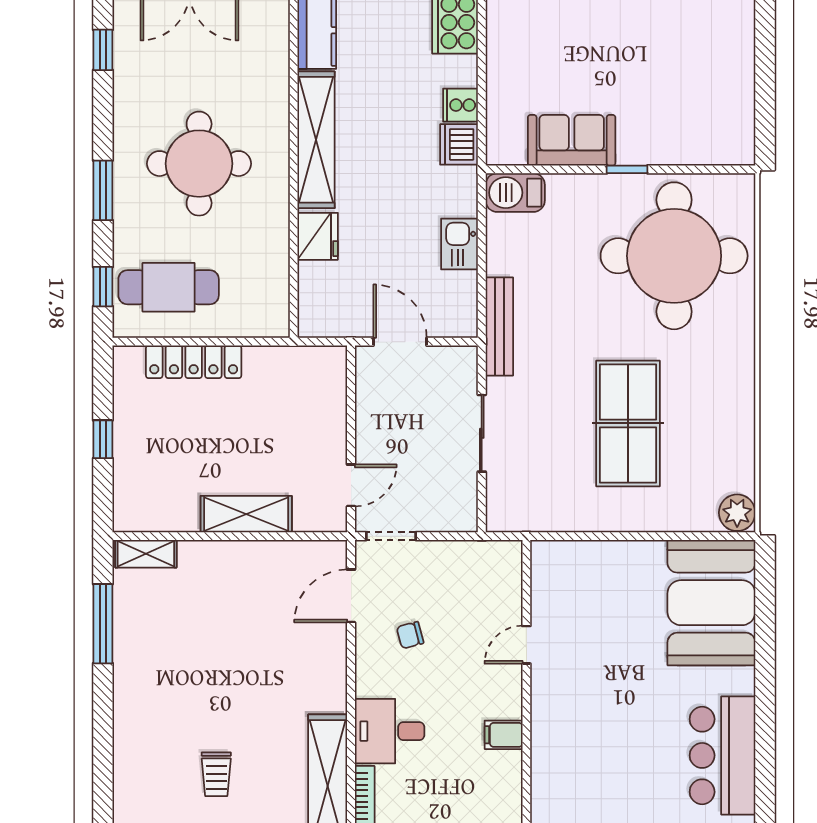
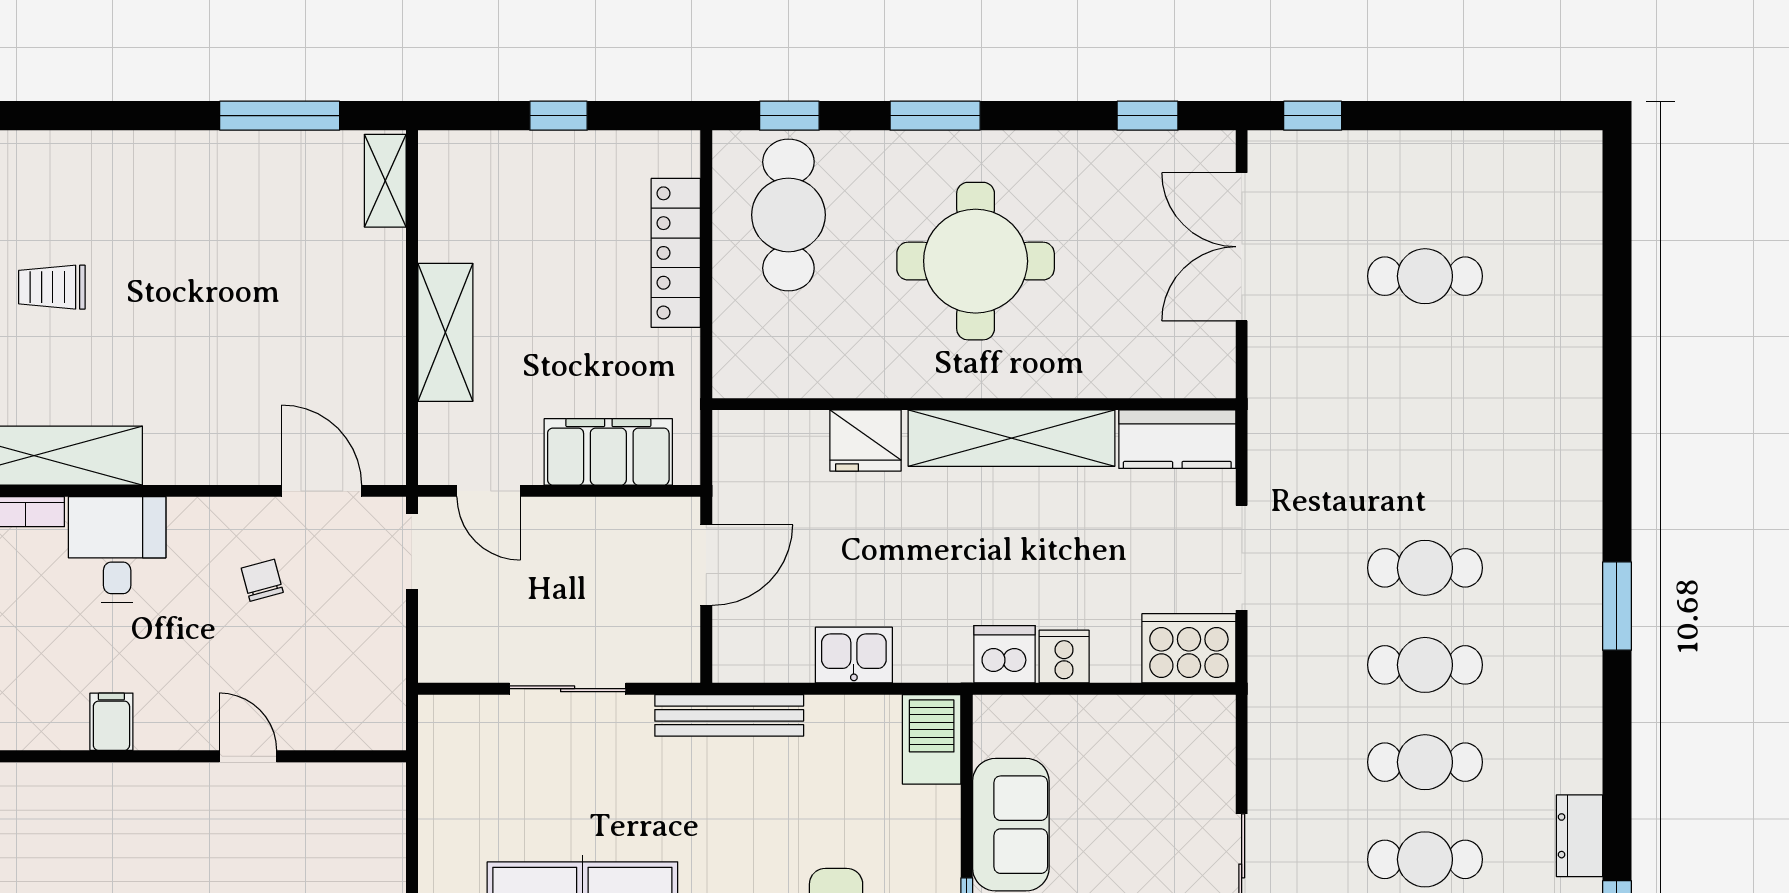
filing cabinet: (325, 406) -> (608, 452), added

